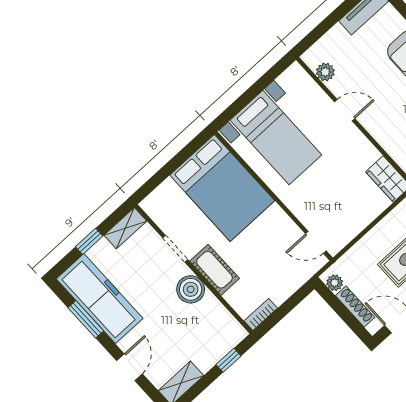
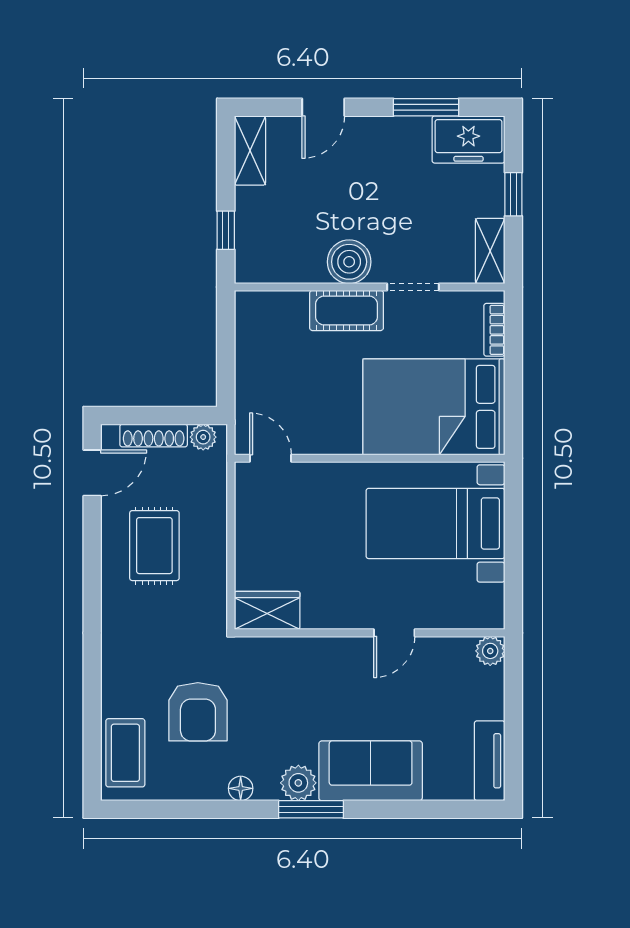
plant: (325, 72) -> (490, 651), moved
door: (316, 242) -> (270, 458), hinge flipped
freezer: (100, 299) -> (468, 139), width x0.52, depth x0.79
bookcase: (261, 315) -> (494, 330), moved, turned 180
door: (129, 367) -> (323, 107), hinge flipped

